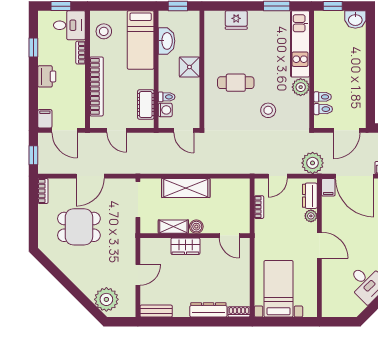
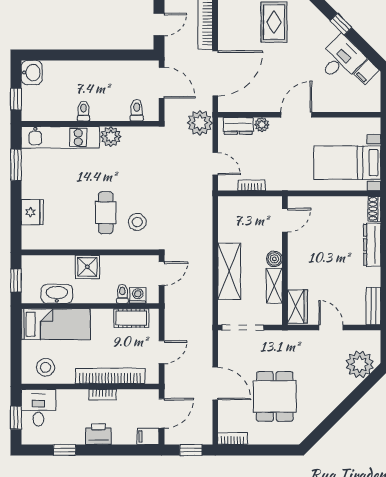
bookcase: (81, 53) -> (103, 395), moved
toilet: (323, 97) -> (83, 111), moved
stool: (268, 110) -> (137, 222), moved
filing cabinet: (328, 187) -> (367, 72), moved, turned 135
wardrobe: (185, 246) -> (297, 307), moved

